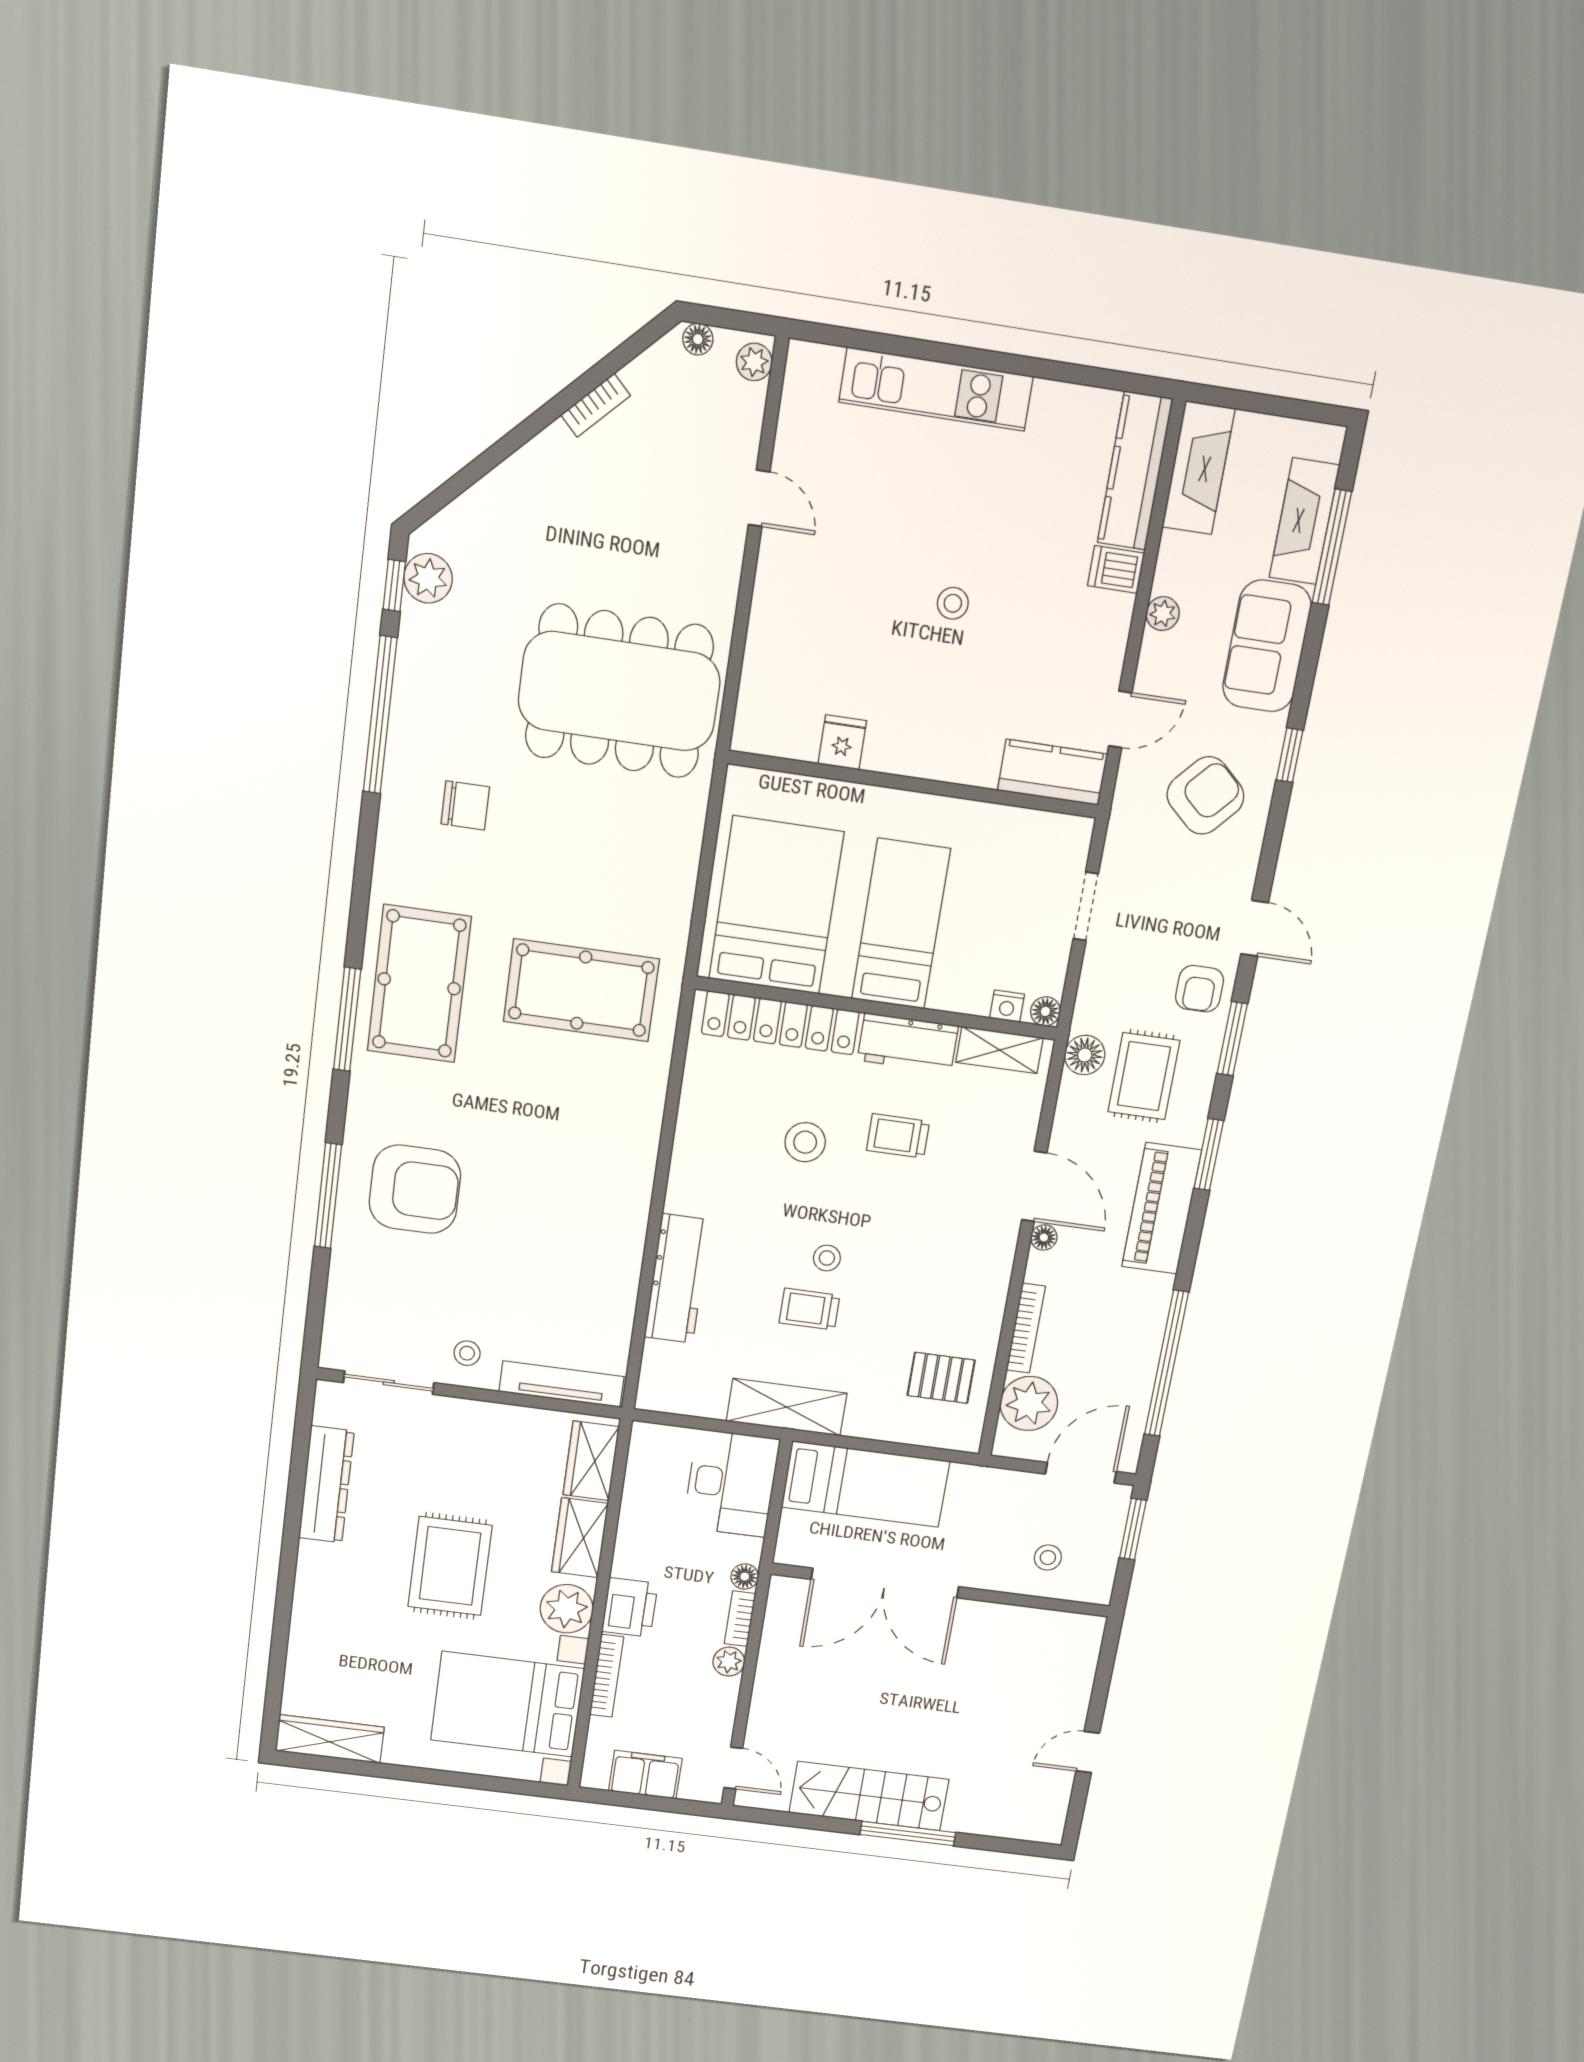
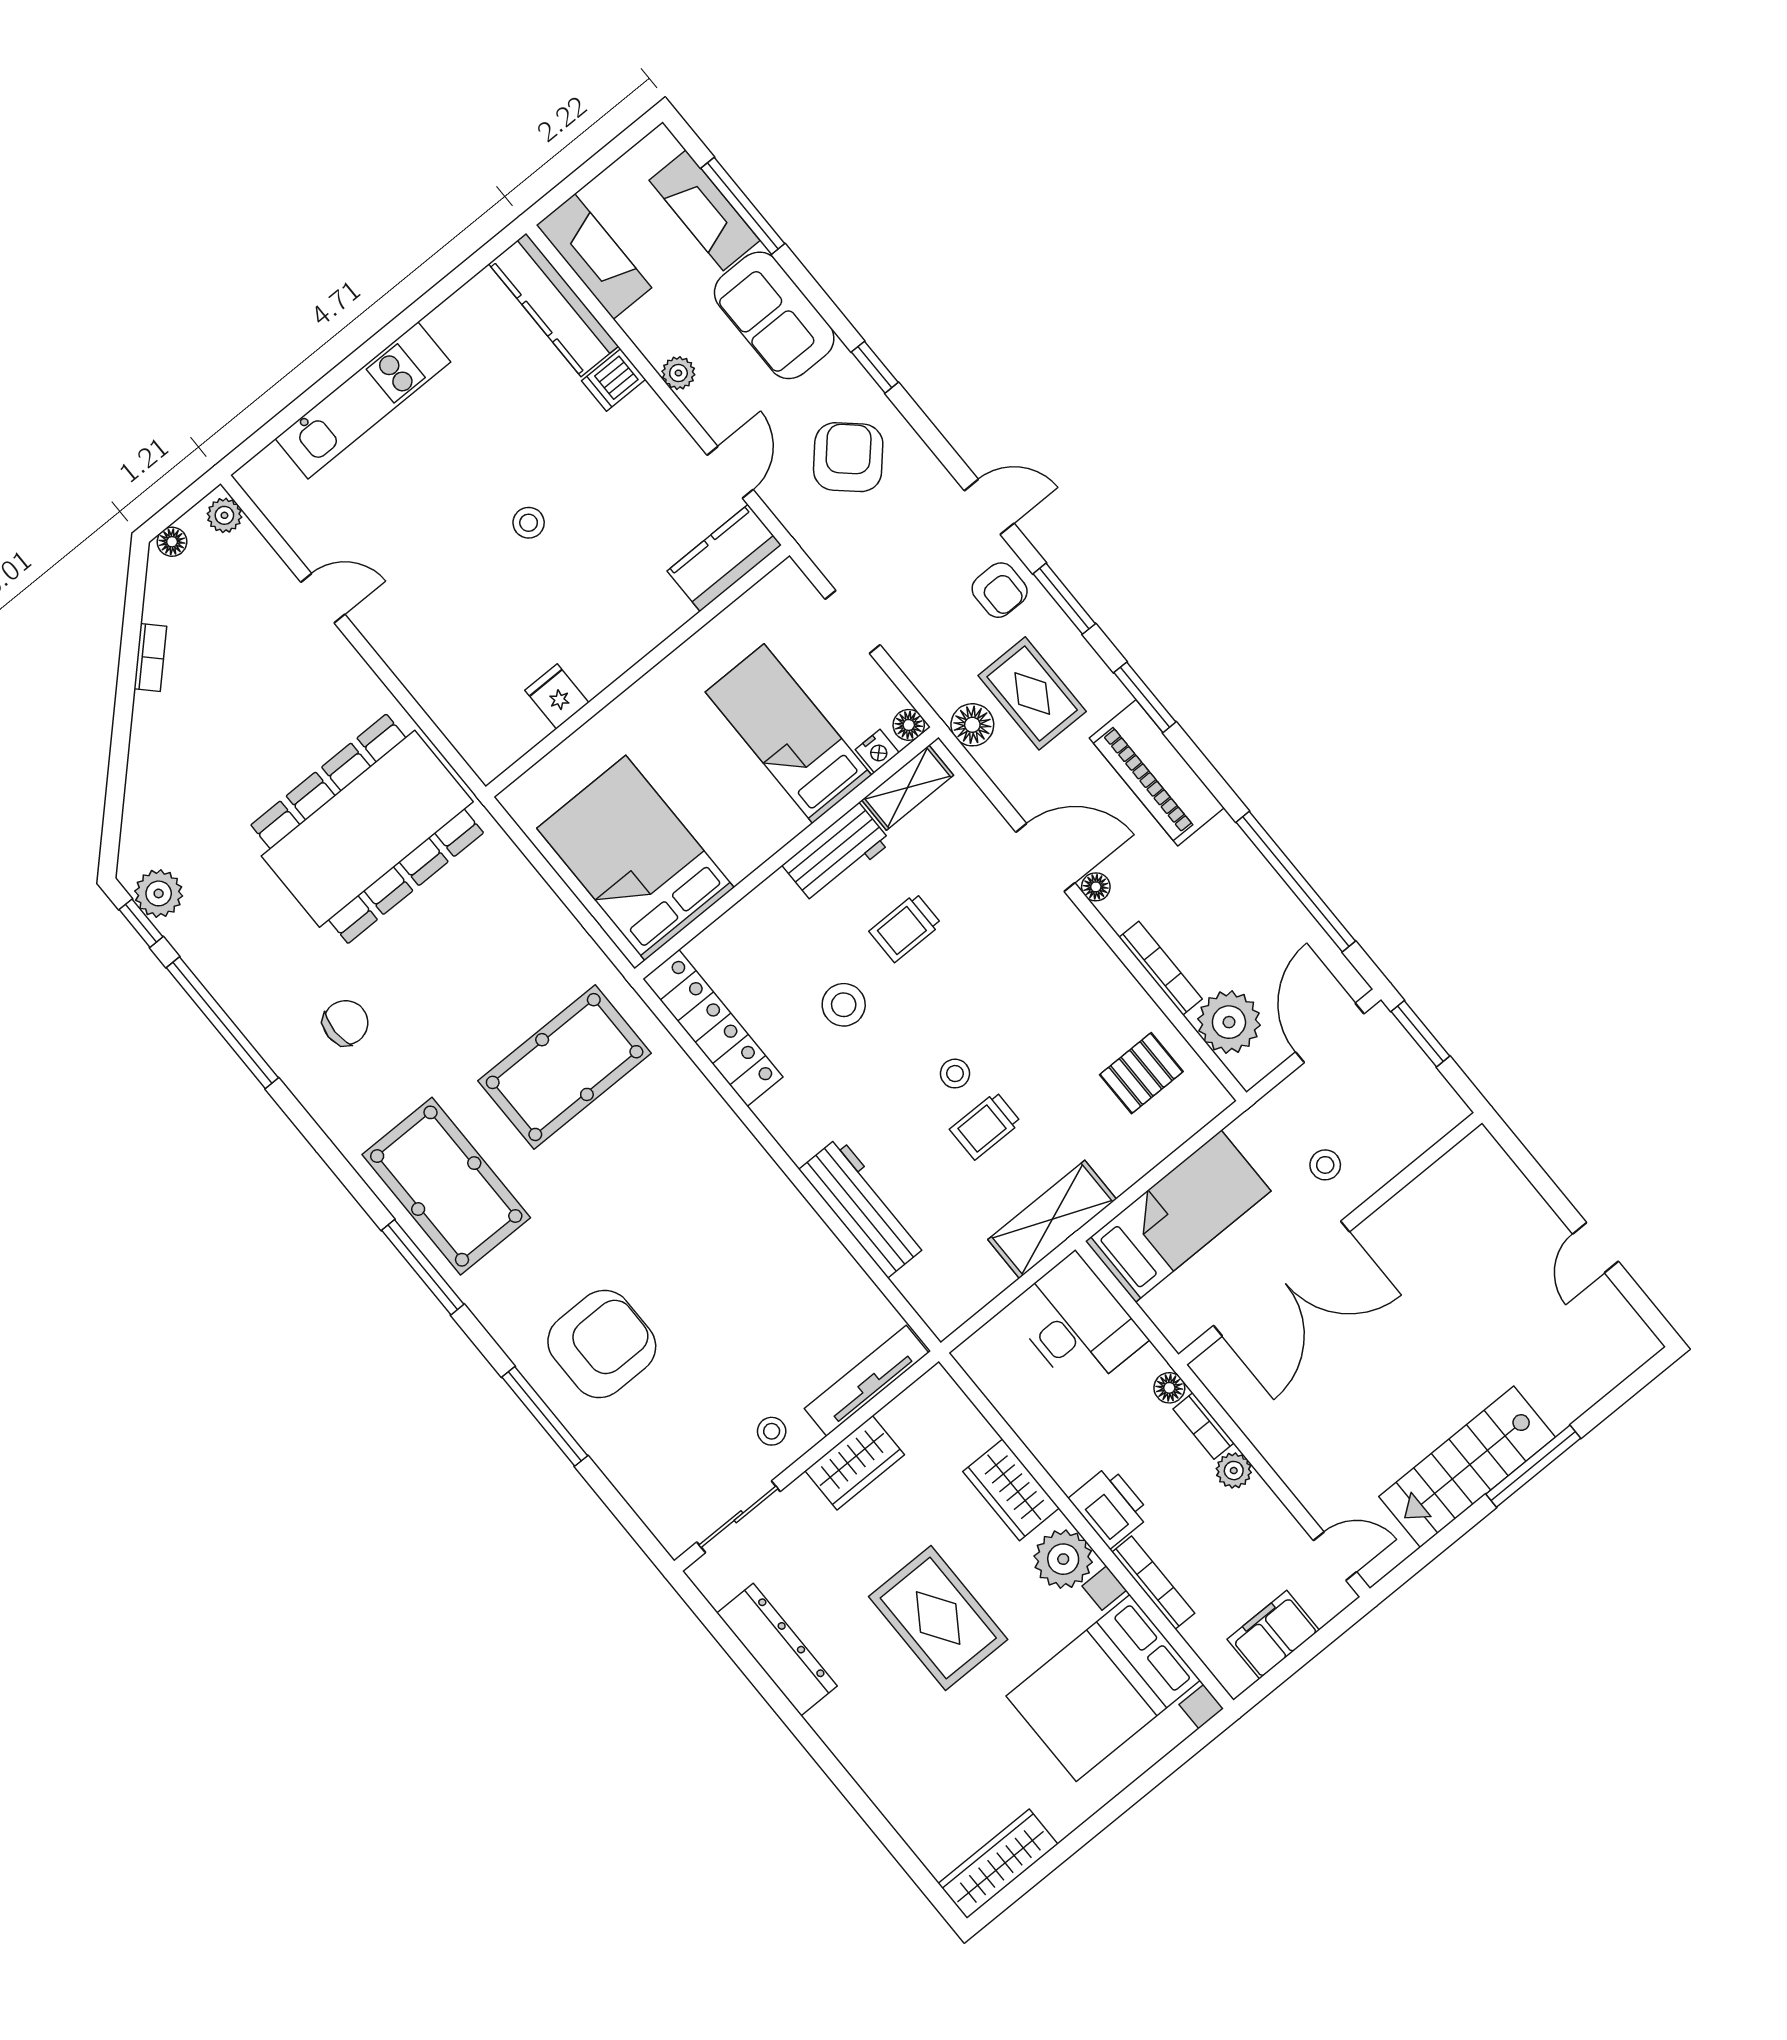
bed: (901, 924) -> (788, 734), moved
locker: (780, 1023) -> (713, 1028), moved, turned -90
wardrobe: (591, 1461) -> (855, 1463), moved, turned -90
stool: (1048, 1558) -> (1325, 1165), moved

